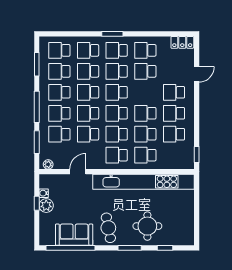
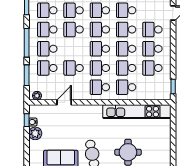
school desk: (88, 113) -> (126, 30), moved
kitchen unit: (144, 182) -> (137, 112), width x0.73
window: (37, 203) -> (27, 120), moved

